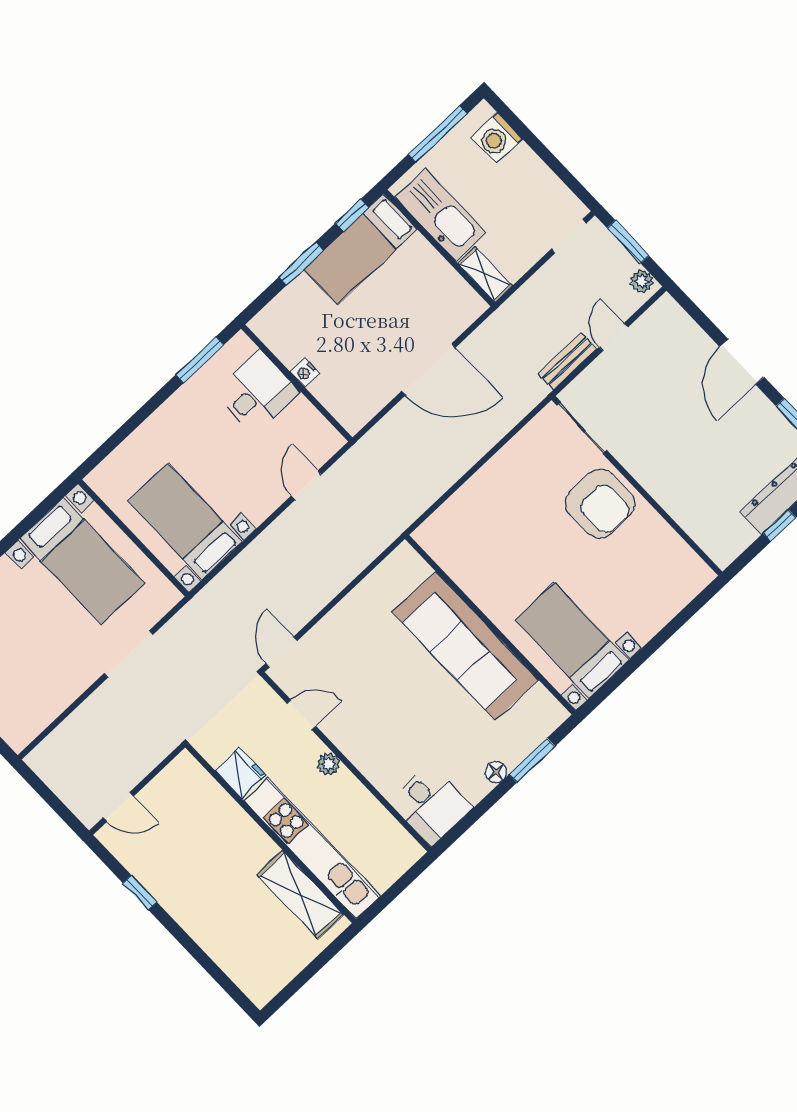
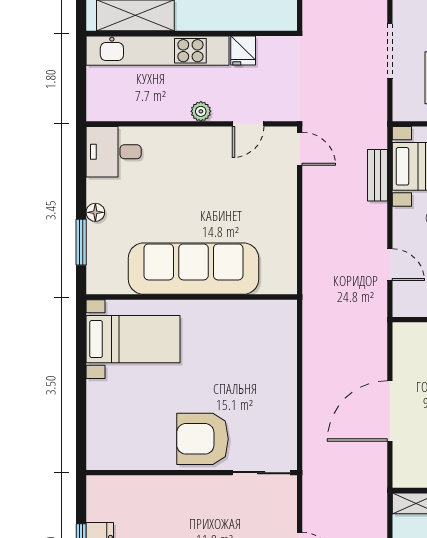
bench: (567, 361) -> (378, 175), moved
fridge: (240, 773) -> (243, 51), width x0.72

